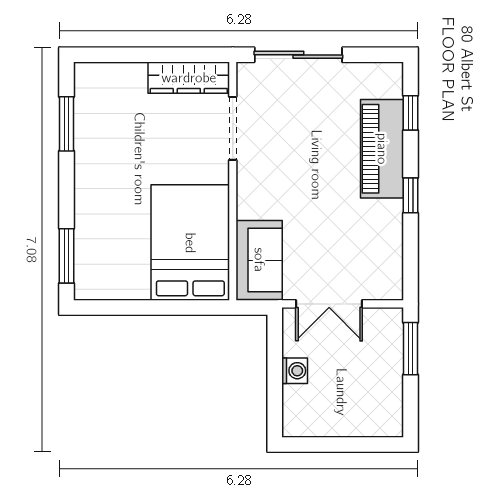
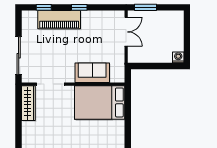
sofa: (259, 260) -> (92, 73), moved
double door: (329, 304) -> (126, 32), moved
washing machine: (295, 371) -> (178, 57), moved

